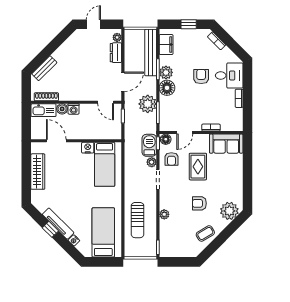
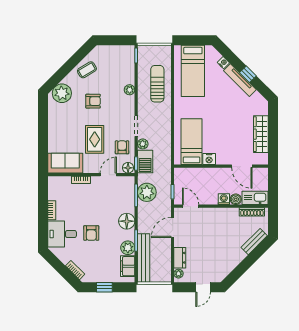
plant: (166, 72) -> (128, 248), moved
plant: (148, 104) -> (147, 192), moved

